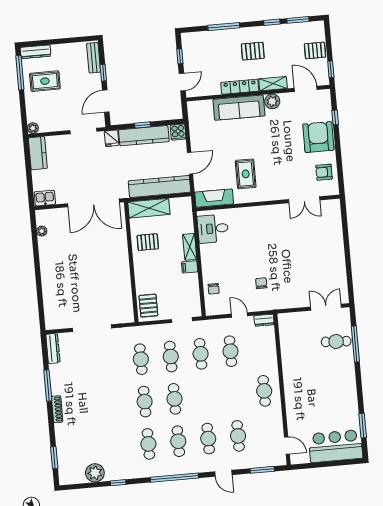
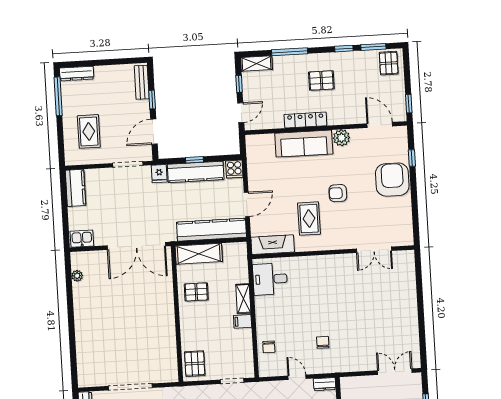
pallet: (315, 50) -> (389, 63), moved, turned 90
rug: (45, 81) -> (89, 131), moved, turned 90
shelving: (273, 84) -> (256, 64), moved
plant: (33, 128) -> (71, 159), removed
armchair: (324, 172) -> (338, 193), moved

